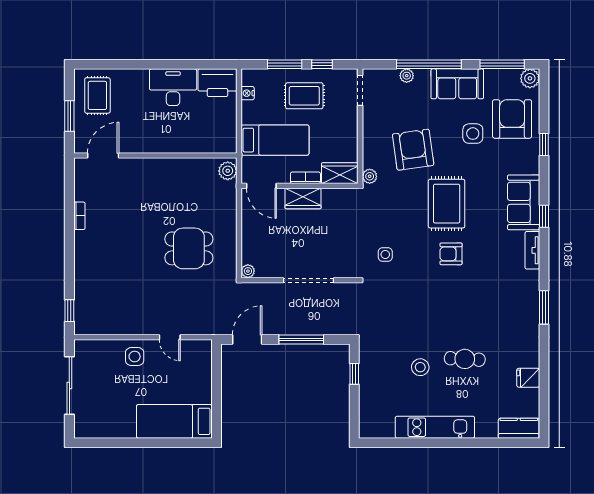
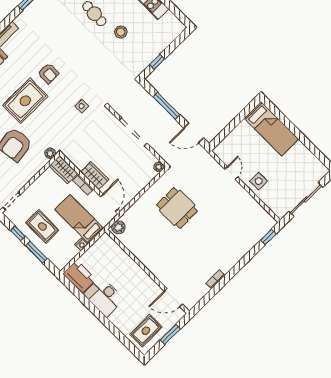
nightstand: (248, 93) -> (81, 244), moved

